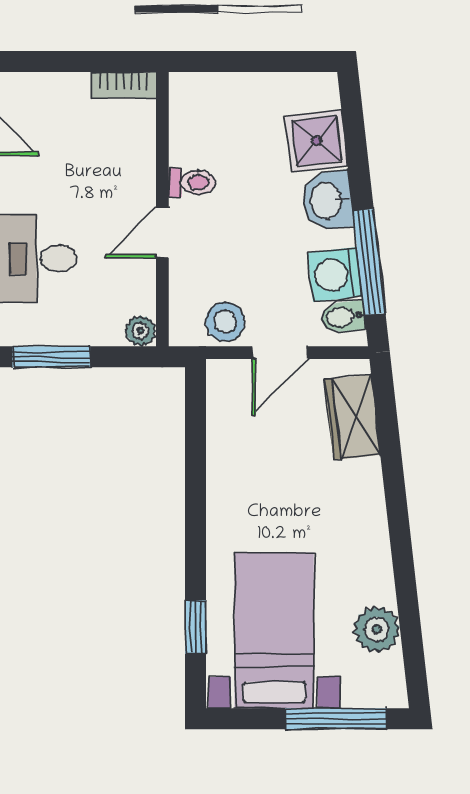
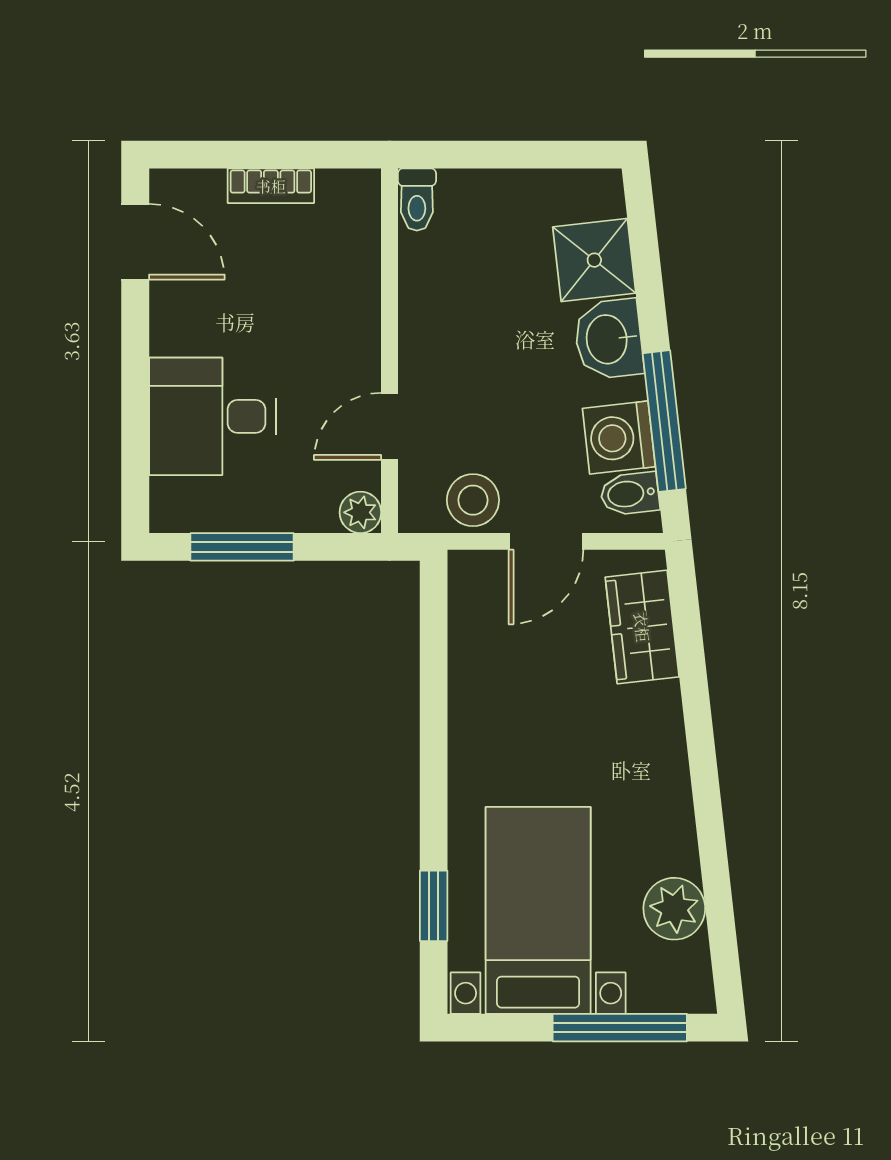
bookcase: (123, 85) -> (271, 186), moved
toilet: (192, 183) -> (417, 200), moved, turned 90
door: (162, 233) -> (389, 426), moved

